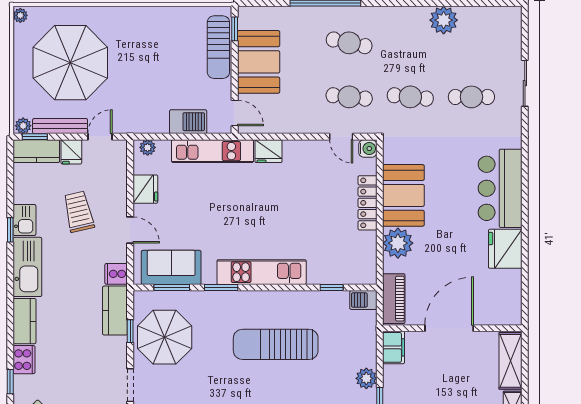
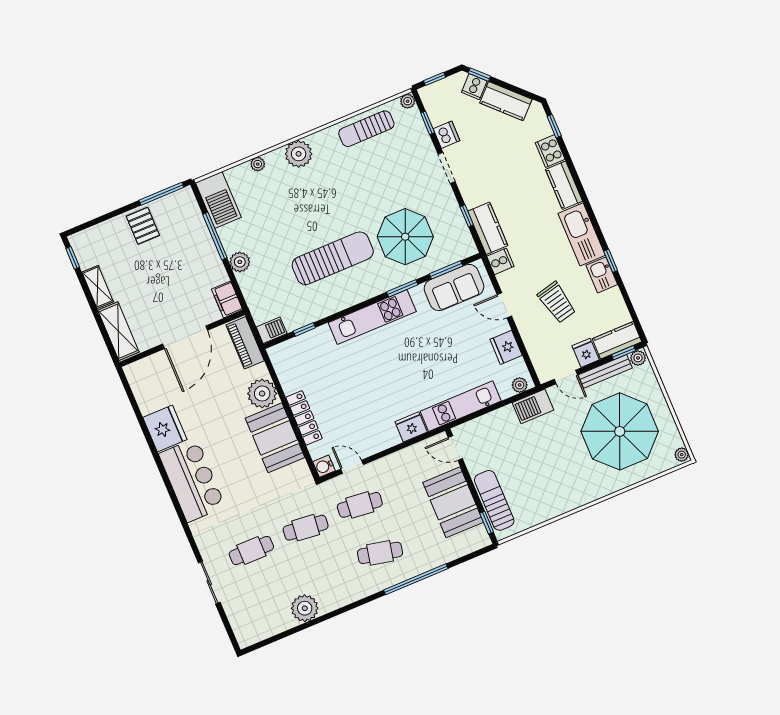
barbecue: (188, 122) -> (533, 406), moved
door: (100, 137) -> (566, 377), hinge flipped
parasol: (165, 337) -> (405, 237), moved

